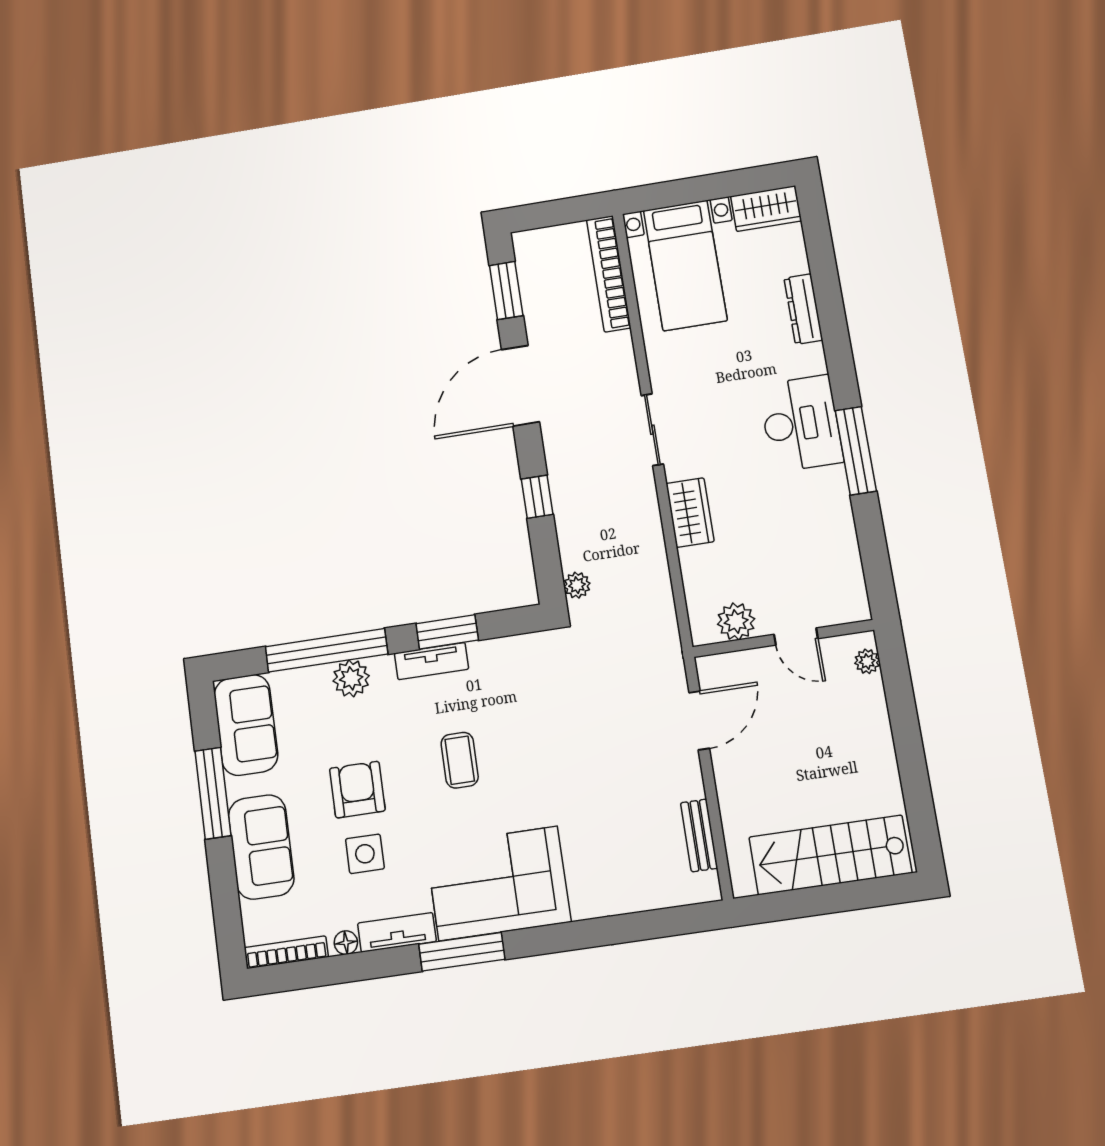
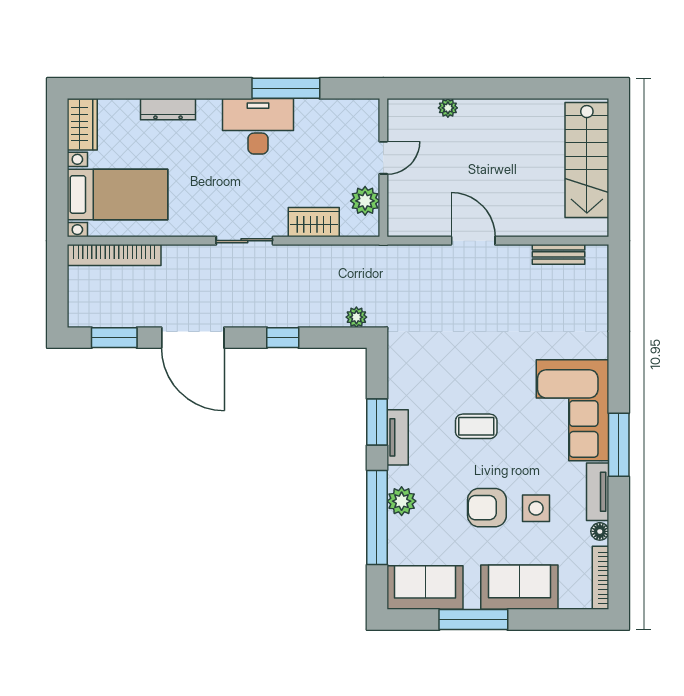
plant: (736, 621) -> (365, 201), moved
door: (796, 636) -> (383, 158), moved
wall: (783, 638) -> (383, 168), moved

